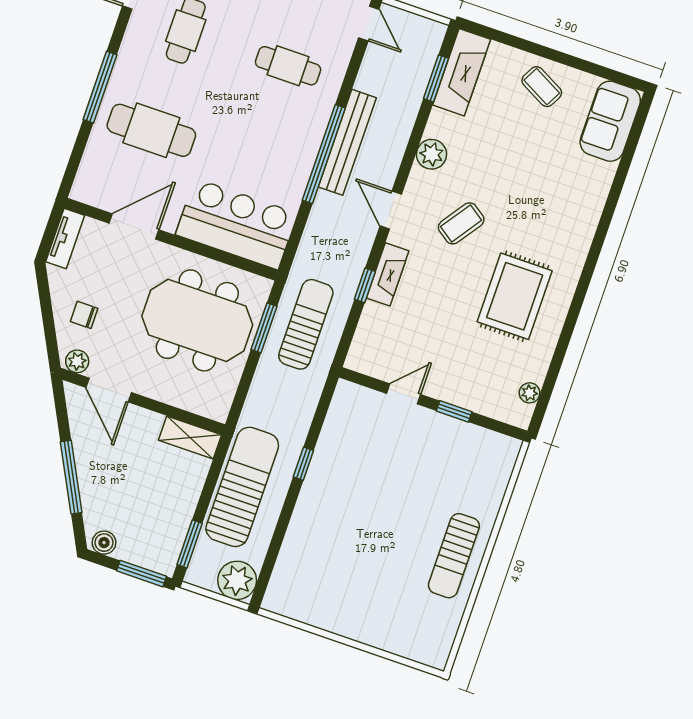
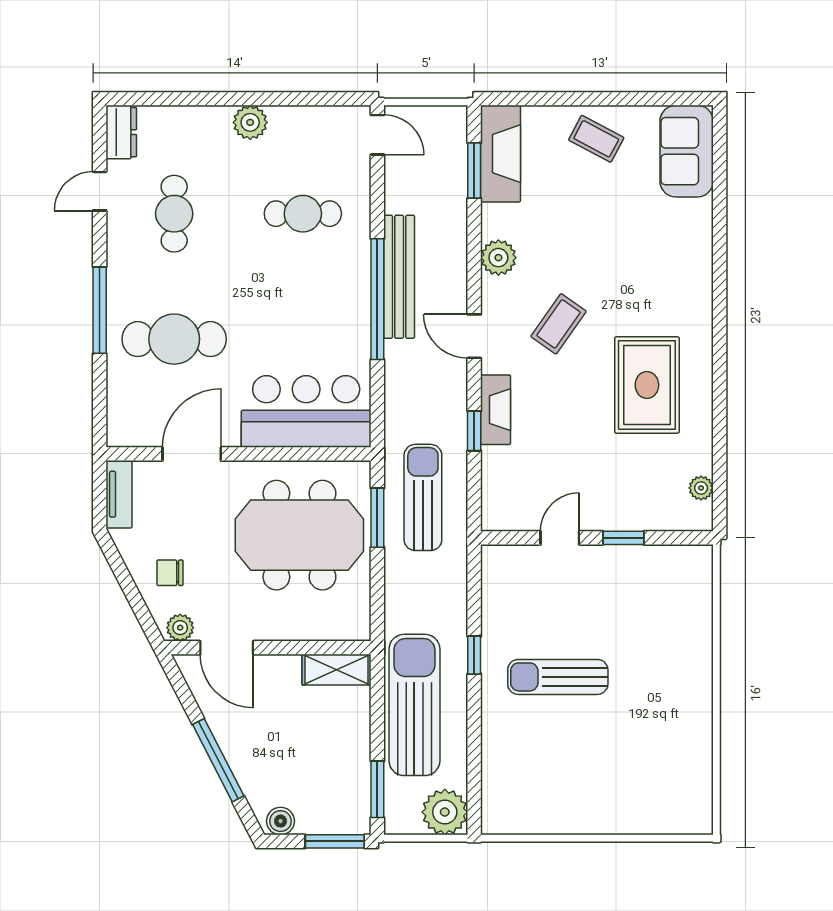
sun lounger: (454, 556) -> (558, 677), moved, turned 90

